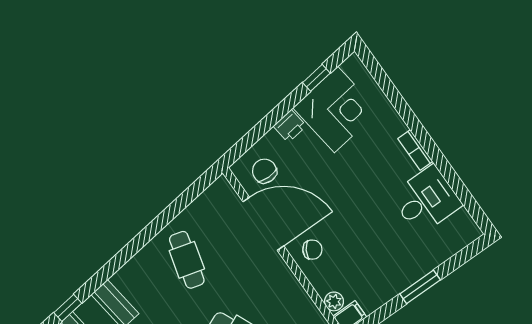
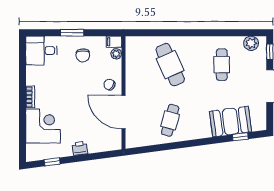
corner desk: (336, 110) -> (43, 126), moved, turned 98
chair: (264, 171) -> (83, 55), moved
desk: (426, 200) -> (41, 50), moved

